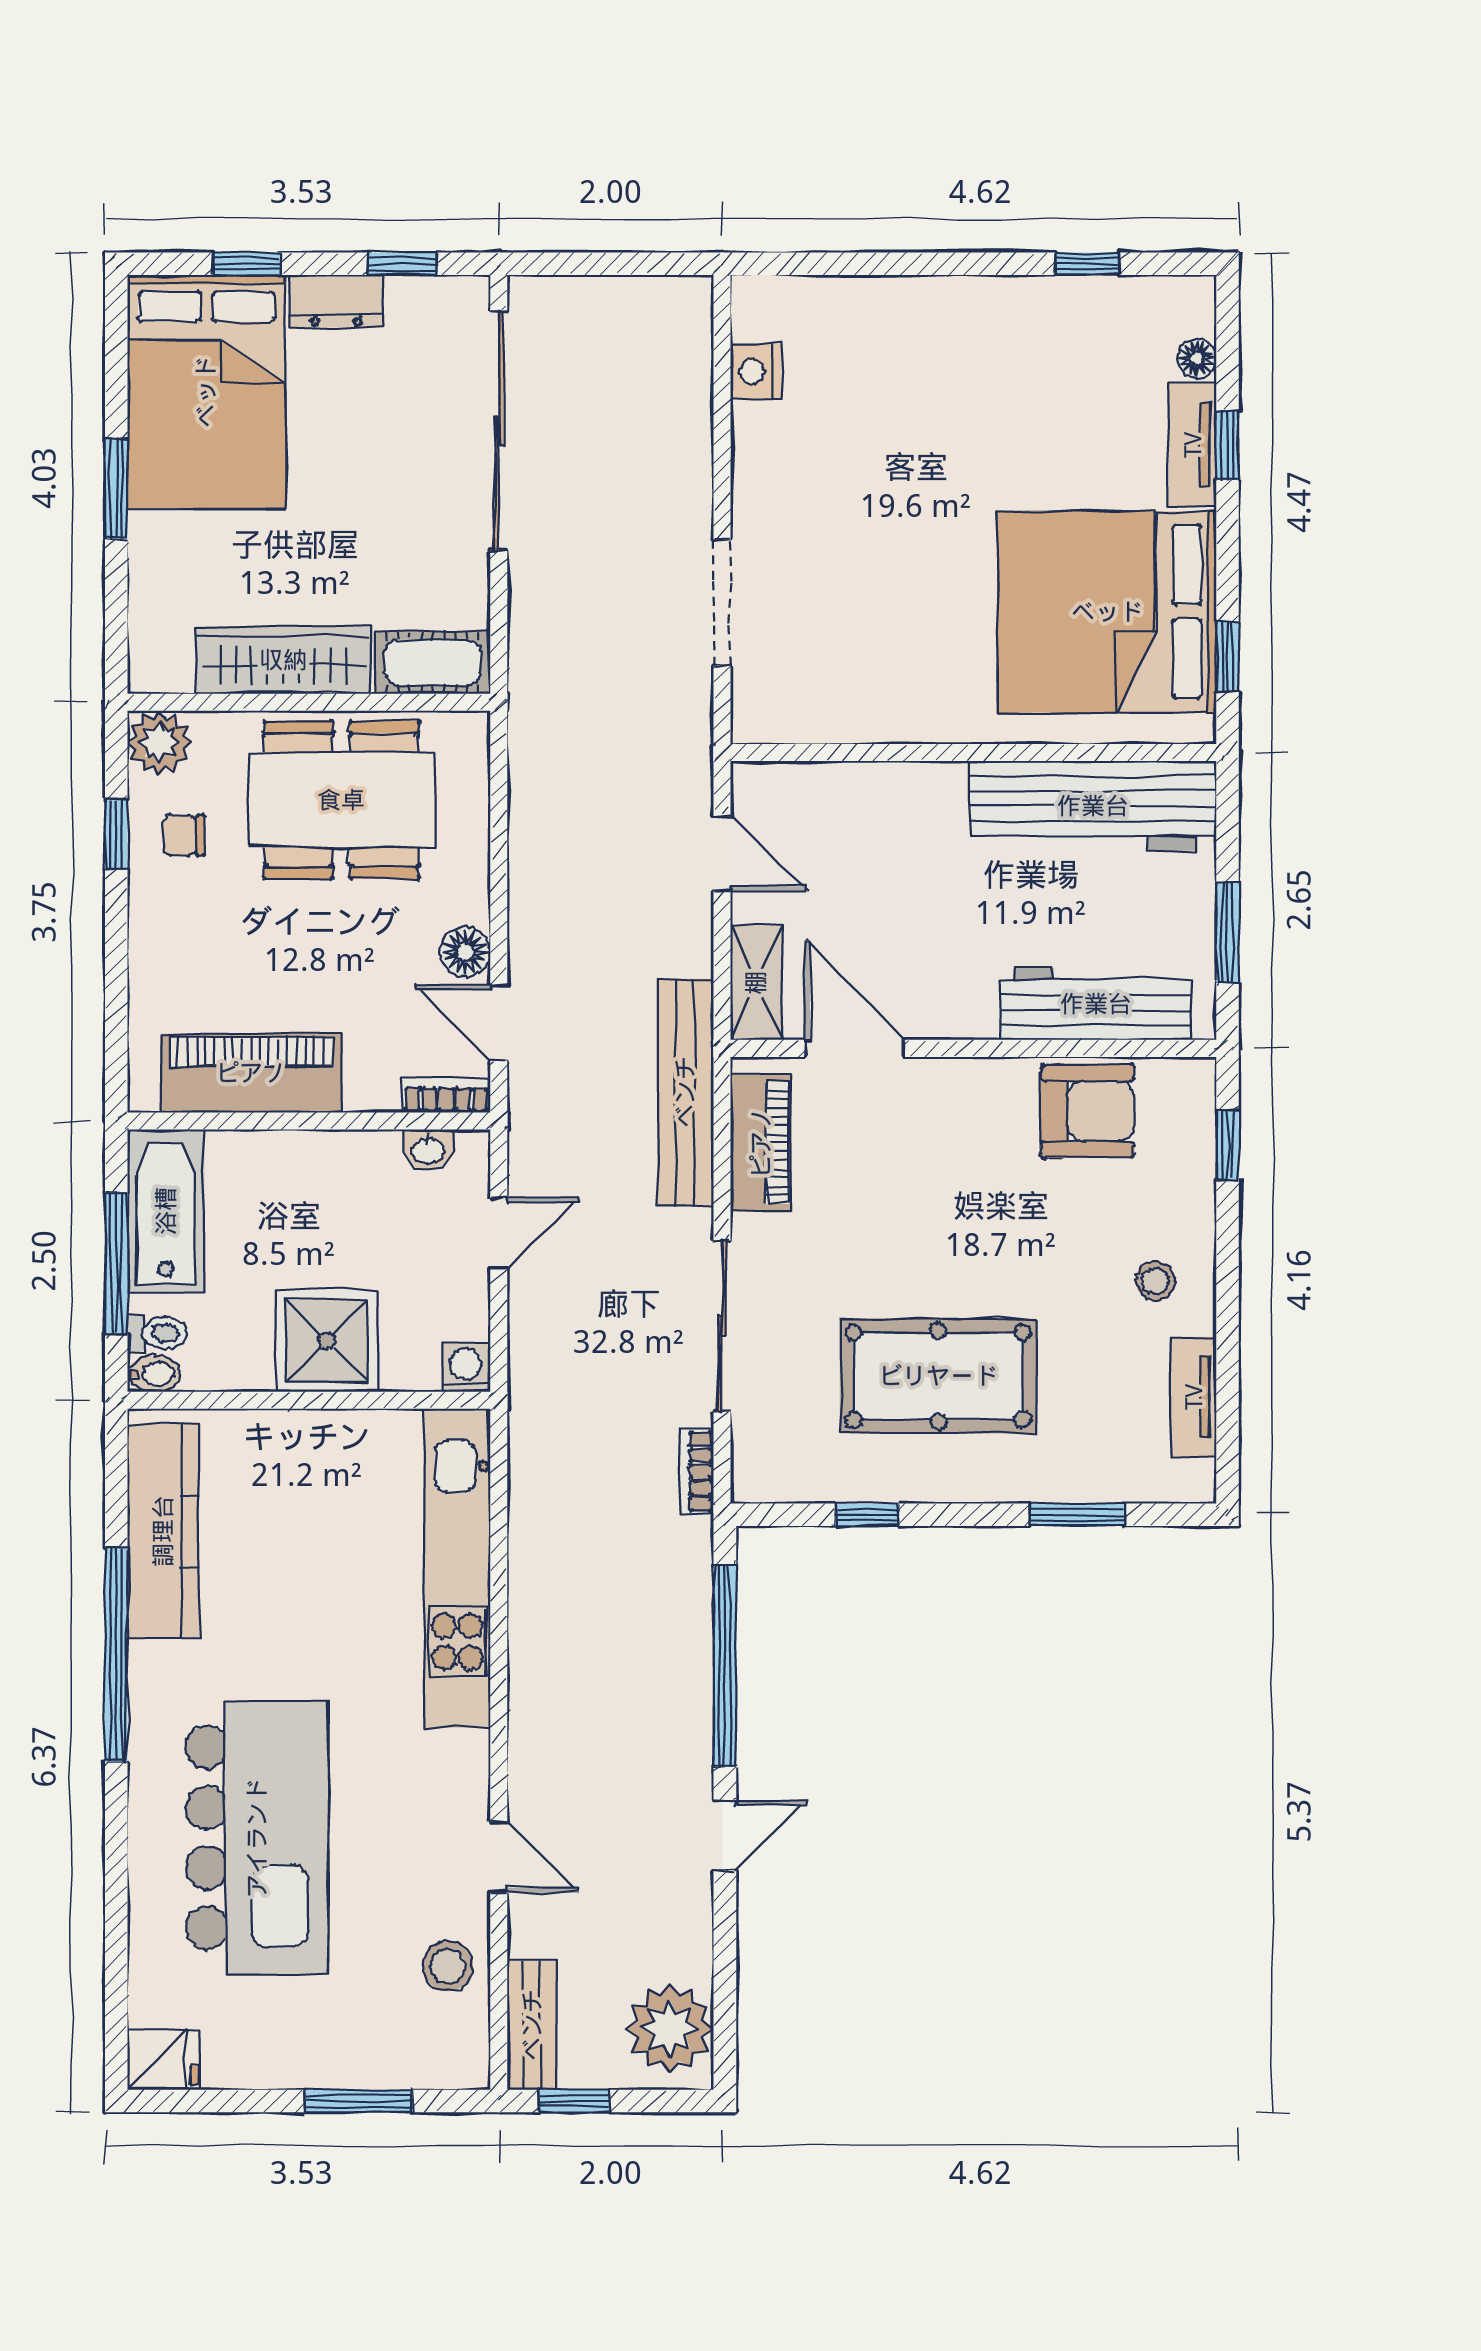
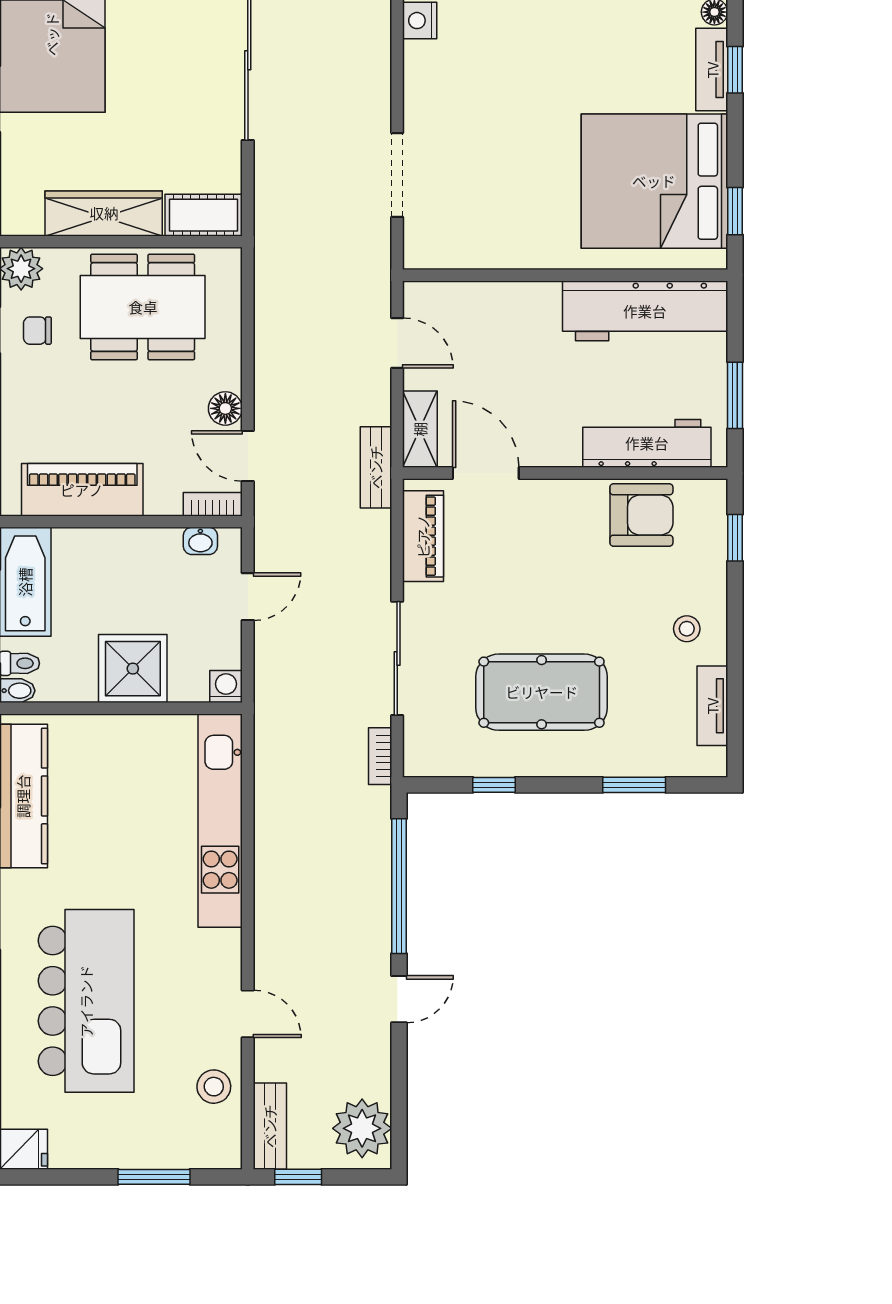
bench: (685, 1092) -> (376, 467), width x0.54, depth x0.82

